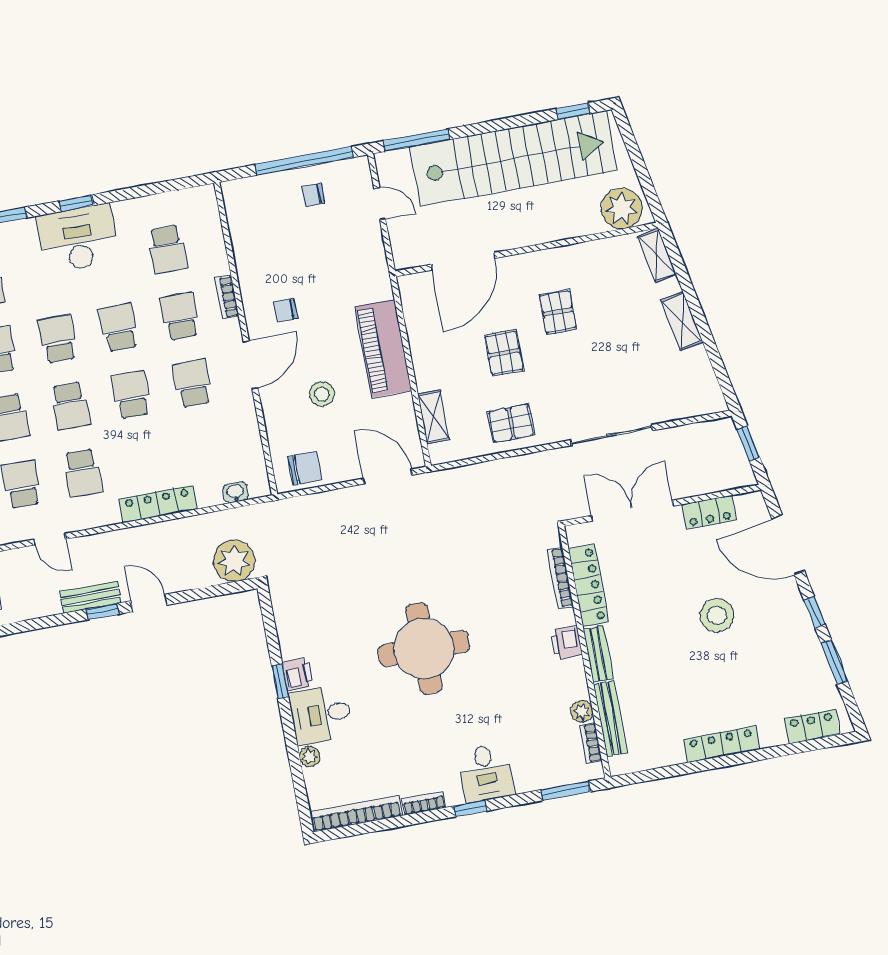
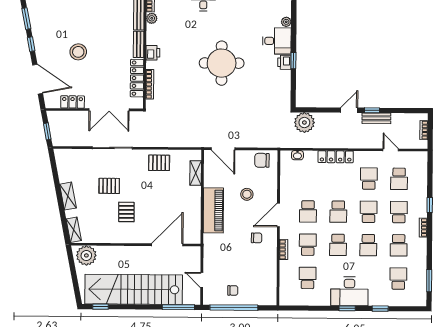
school desk: (180, 316) -> (308, 245), turned 180
pallet: (504, 353) -> (109, 186), moved, turned 90
door: (149, 603) -> (349, 110), swing flipped

